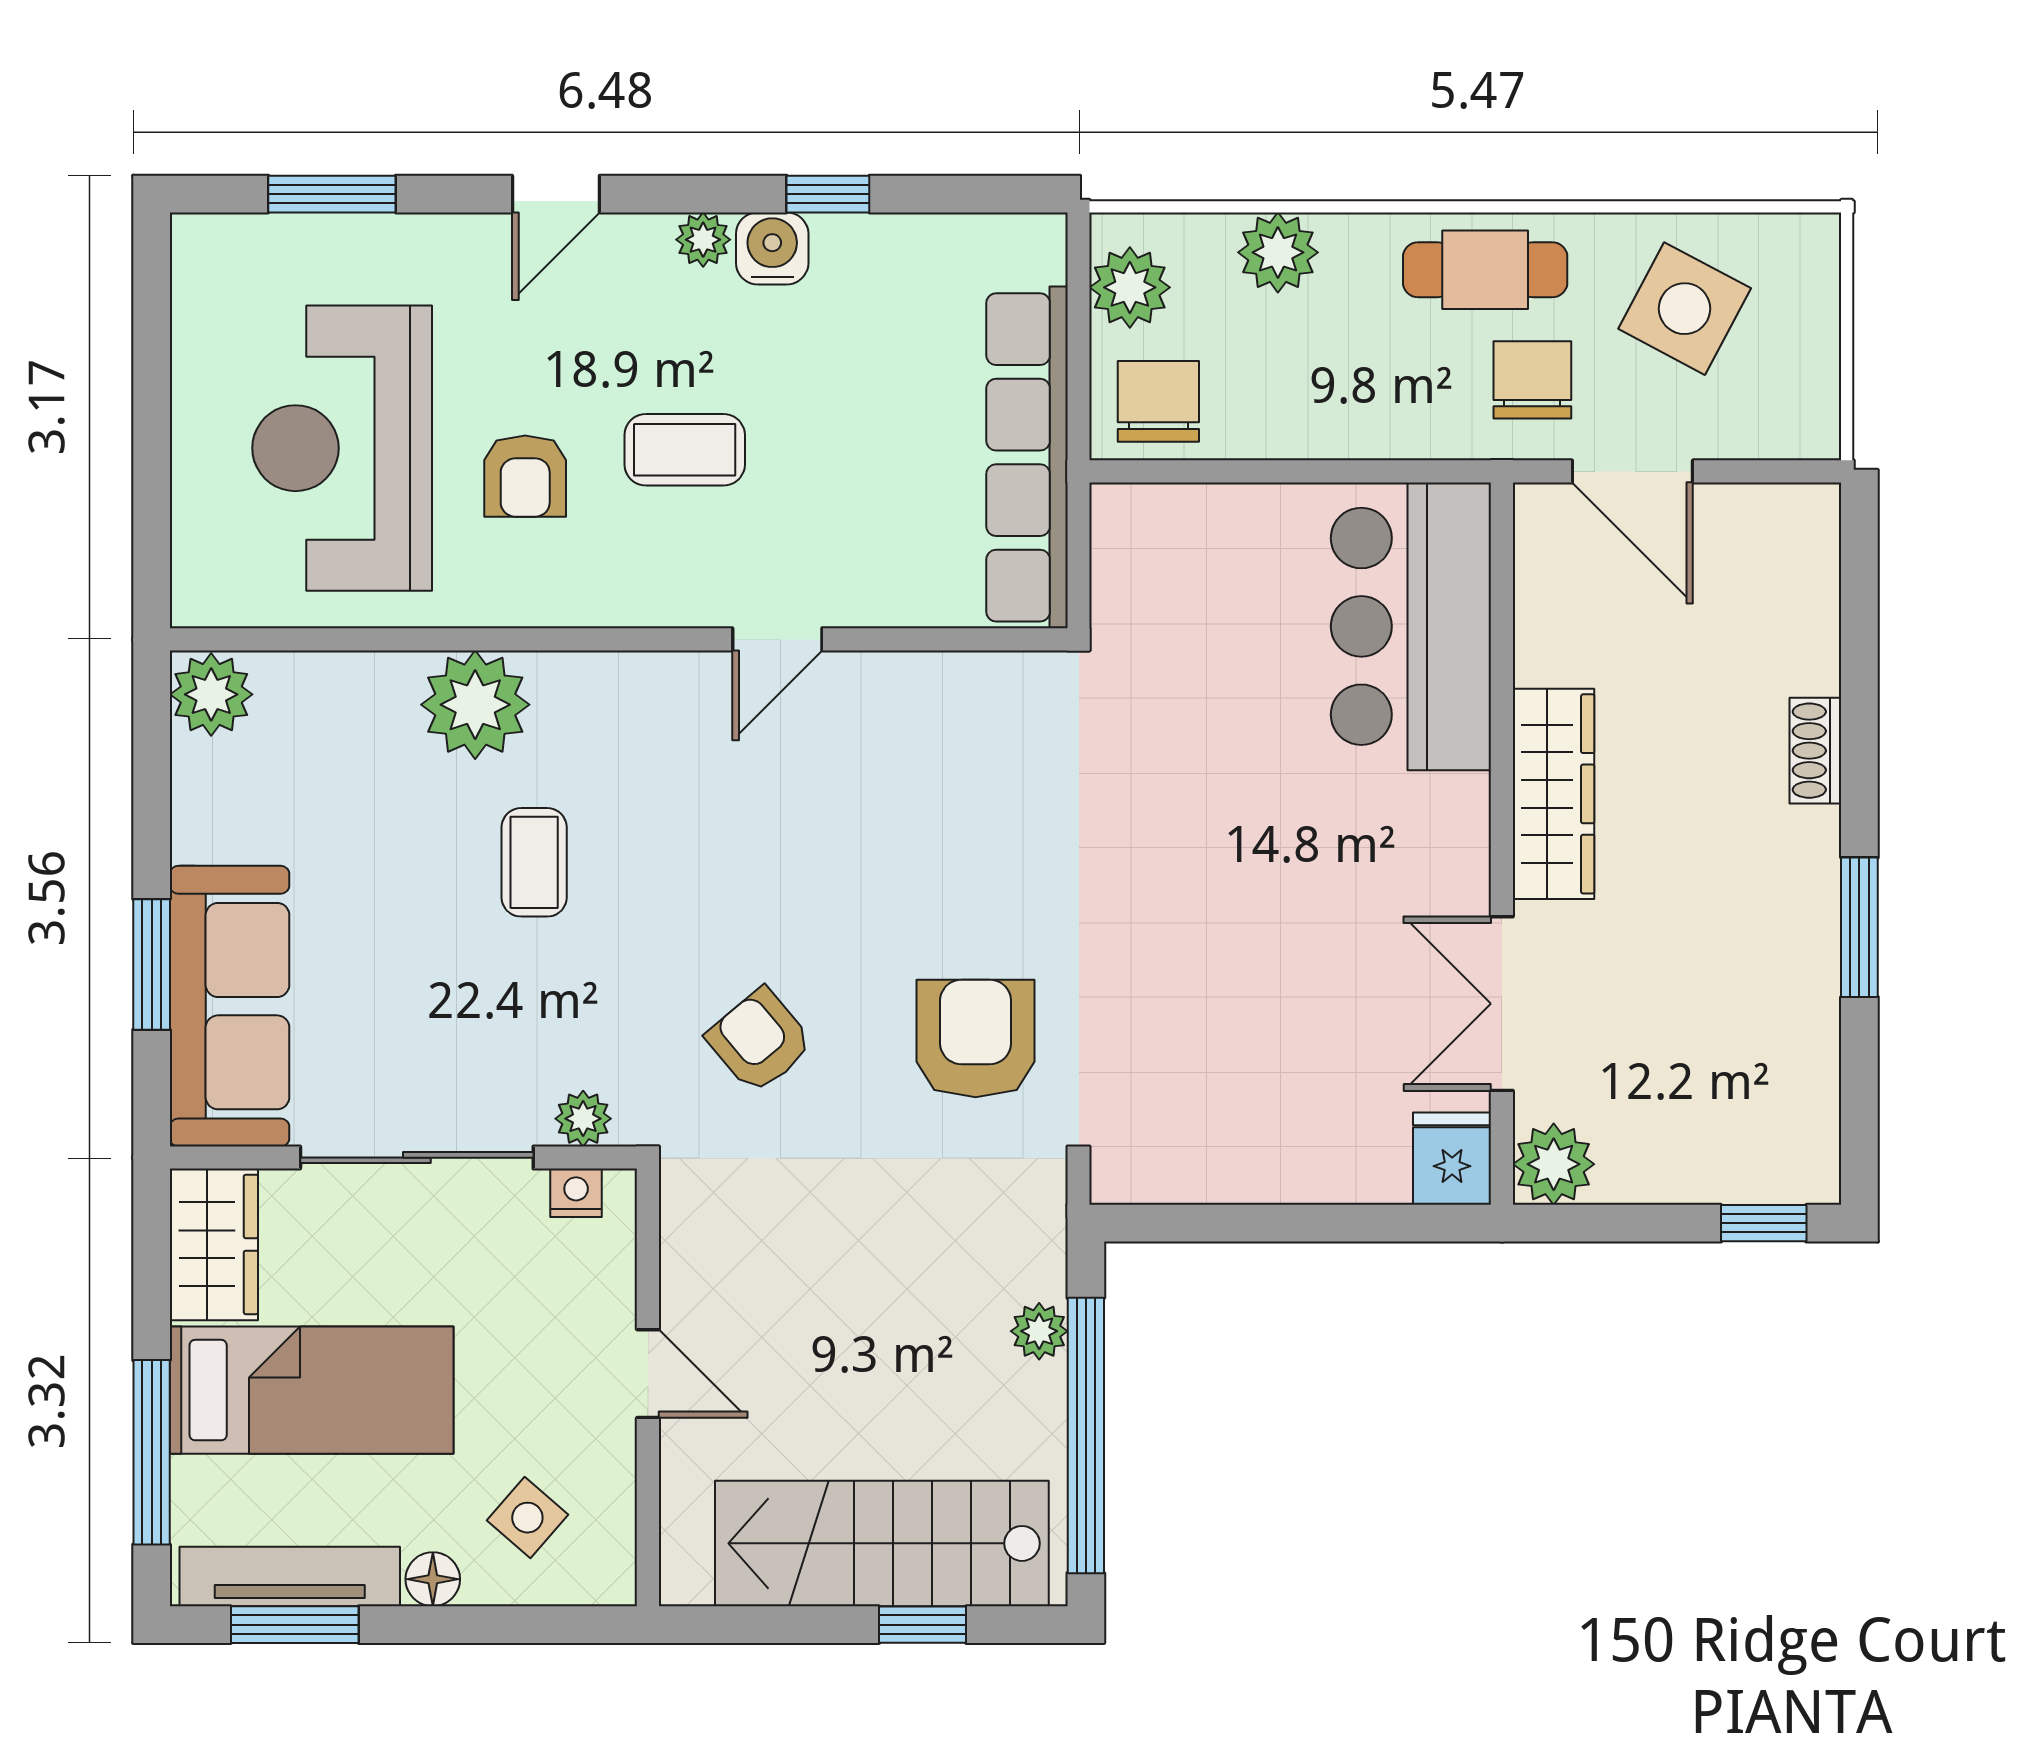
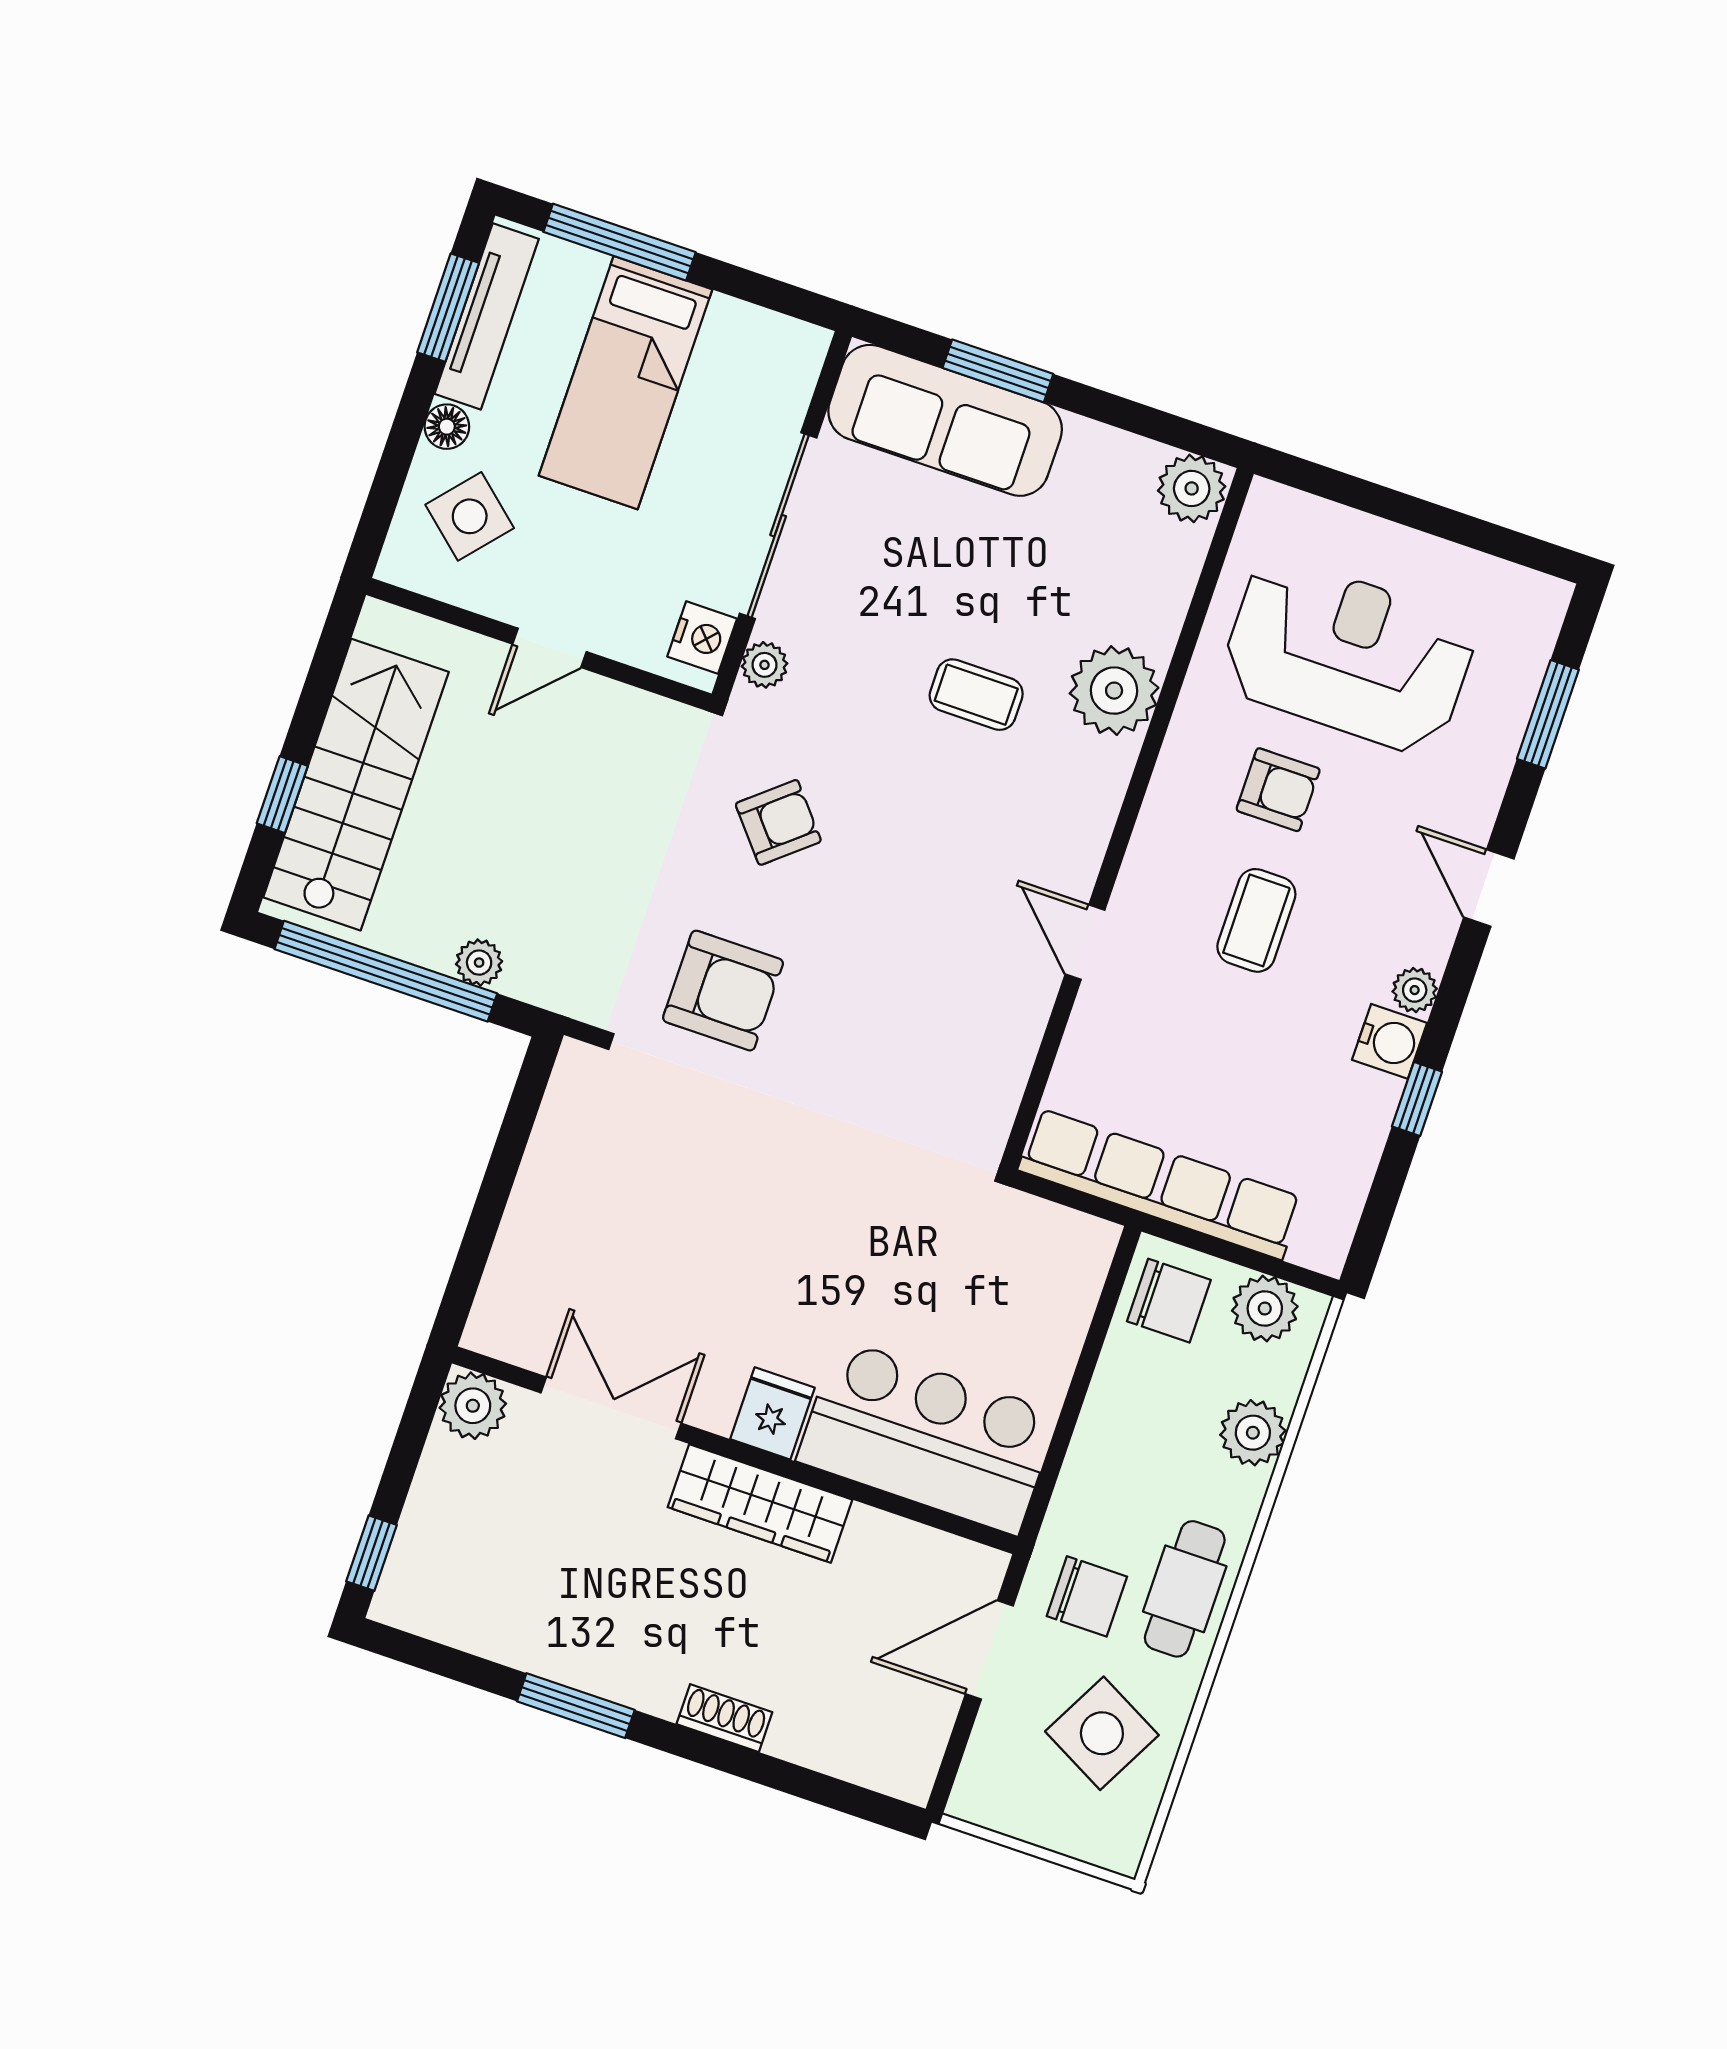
armchair: (525, 476) -> (1278, 790), turned 180
fridge: (1452, 1159) -> (772, 1413), moved, turned -90
nightstand: (576, 1193) -> (702, 638), width x1.39, depth x1.35
wardrobe: (214, 1244) -> (764, 345), removed
side table: (527, 1518) -> (470, 516), width x1.37, depth x1.37

